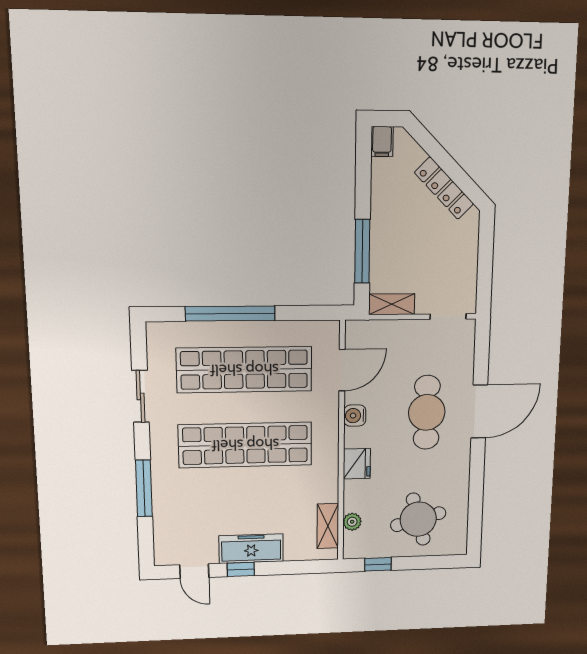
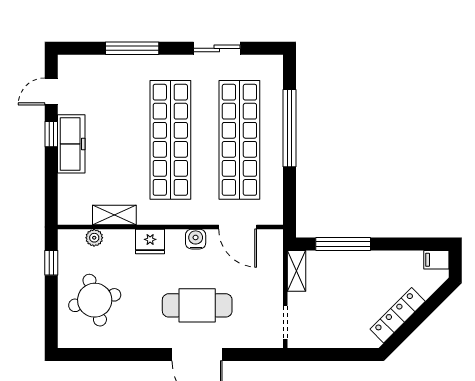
shelving: (328, 526) -> (114, 215), moved

